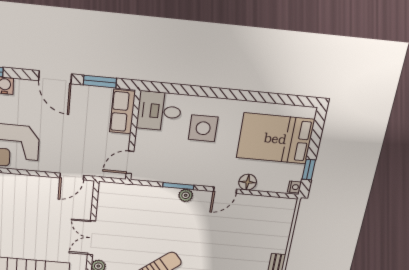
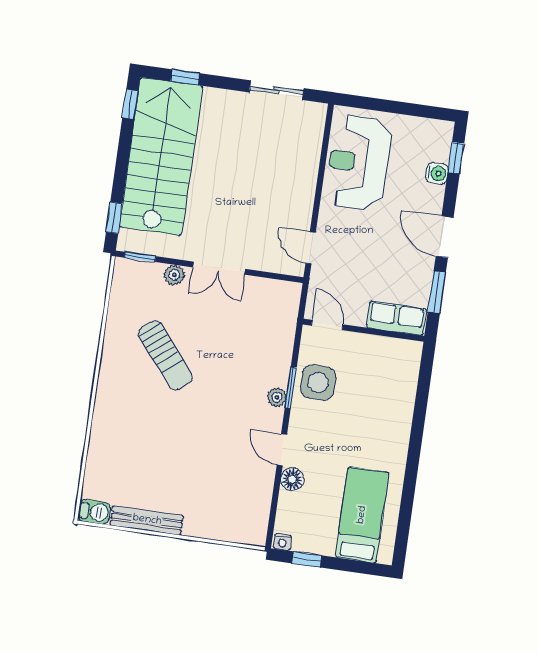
door: (55, 77) -> (445, 237), hinge flipped
desk: (159, 111) -> (395, 365), removed
side table: (203, 128) -> (318, 383), moved
bed: (275, 139) -> (362, 515), width x0.67
double door: (92, 238) -> (219, 268), swing flipped

